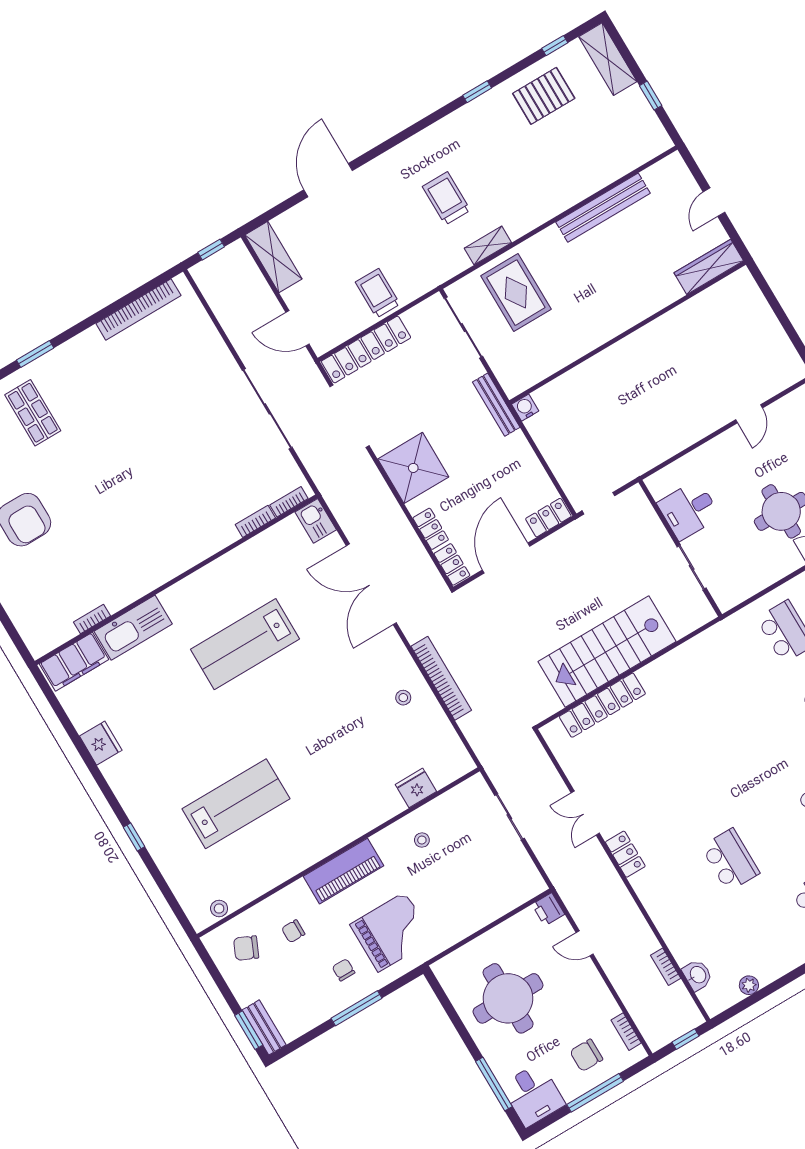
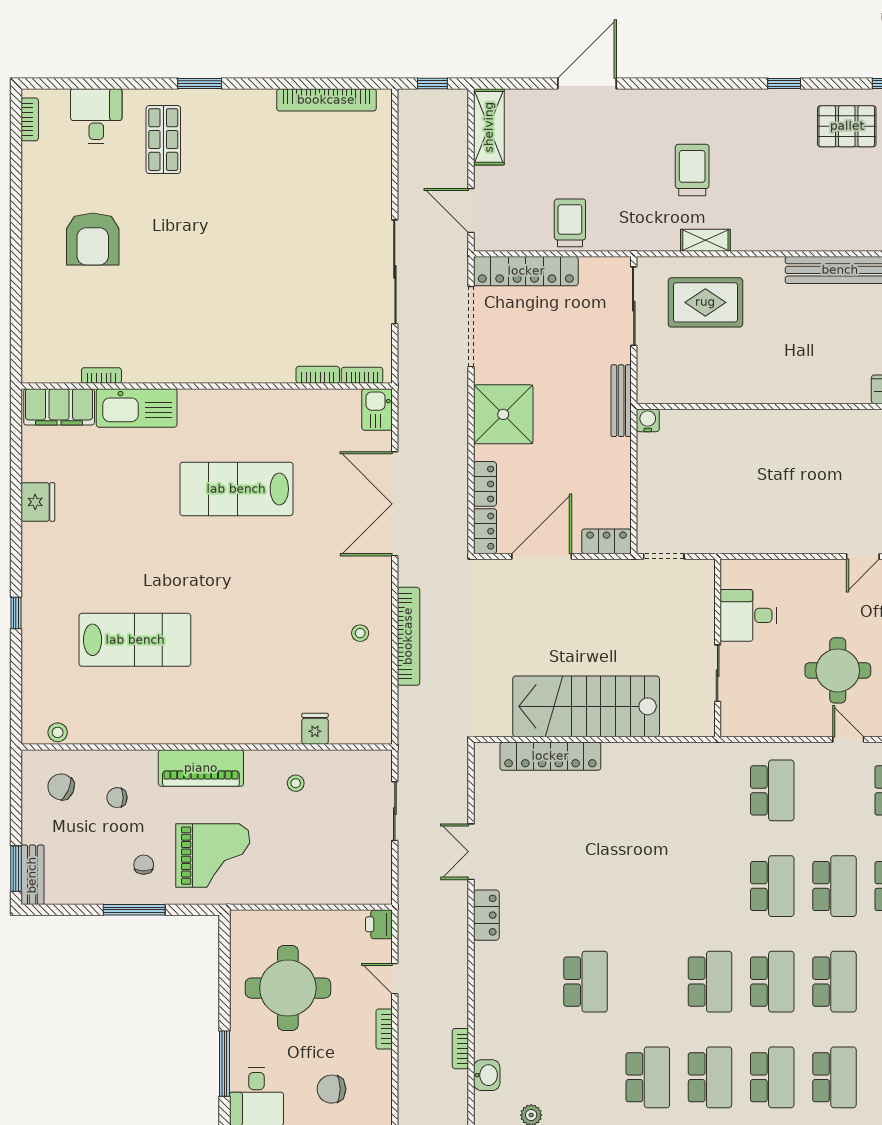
rug: (516, 293) -> (705, 302), turned 90
fridge: (416, 788) -> (315, 729), width x0.72
bookcase: (626, 1032) -> (384, 1029), moved

